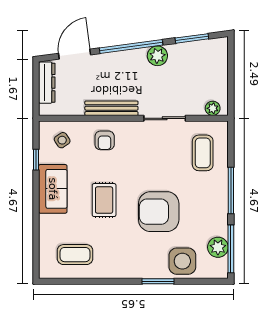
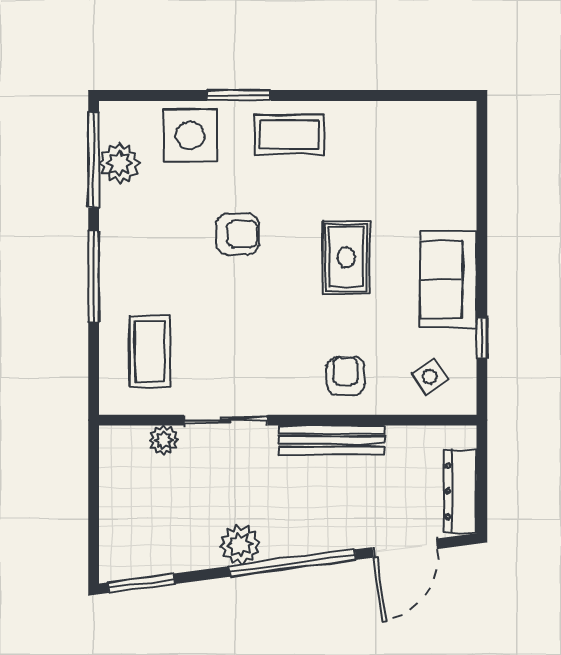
window: (192, 38) -> (141, 583), moved
plant: (213, 108) -> (164, 440), moved
armchair: (159, 212) -> (237, 234), width x0.53, depth x0.53
coffee table: (75, 255) -> (290, 135), moved

